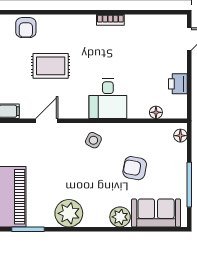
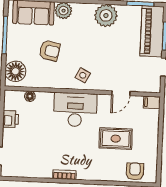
desk: (108, 99) -> (75, 110), width x1.37
floor lamp: (180, 136) -> (15, 71), width x1.89, depth x1.89

